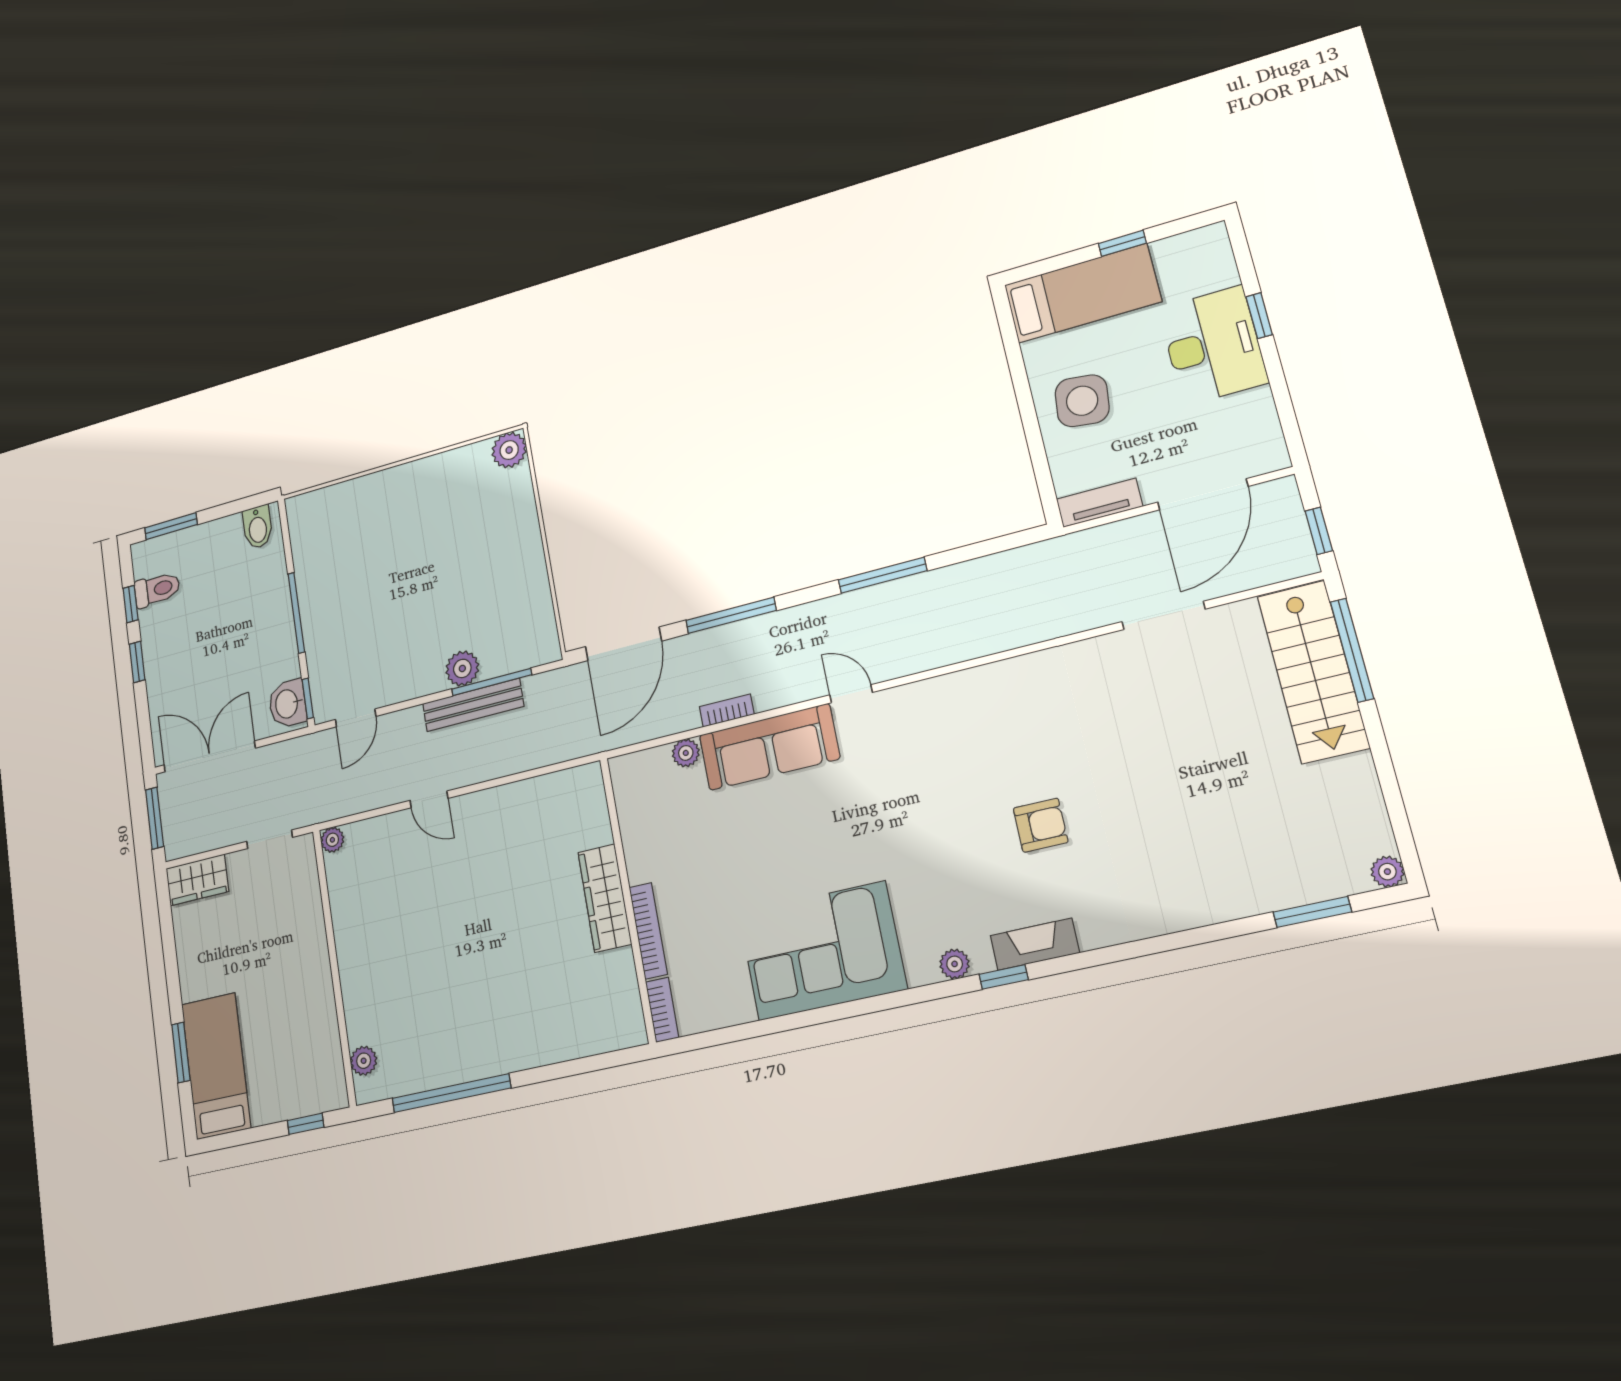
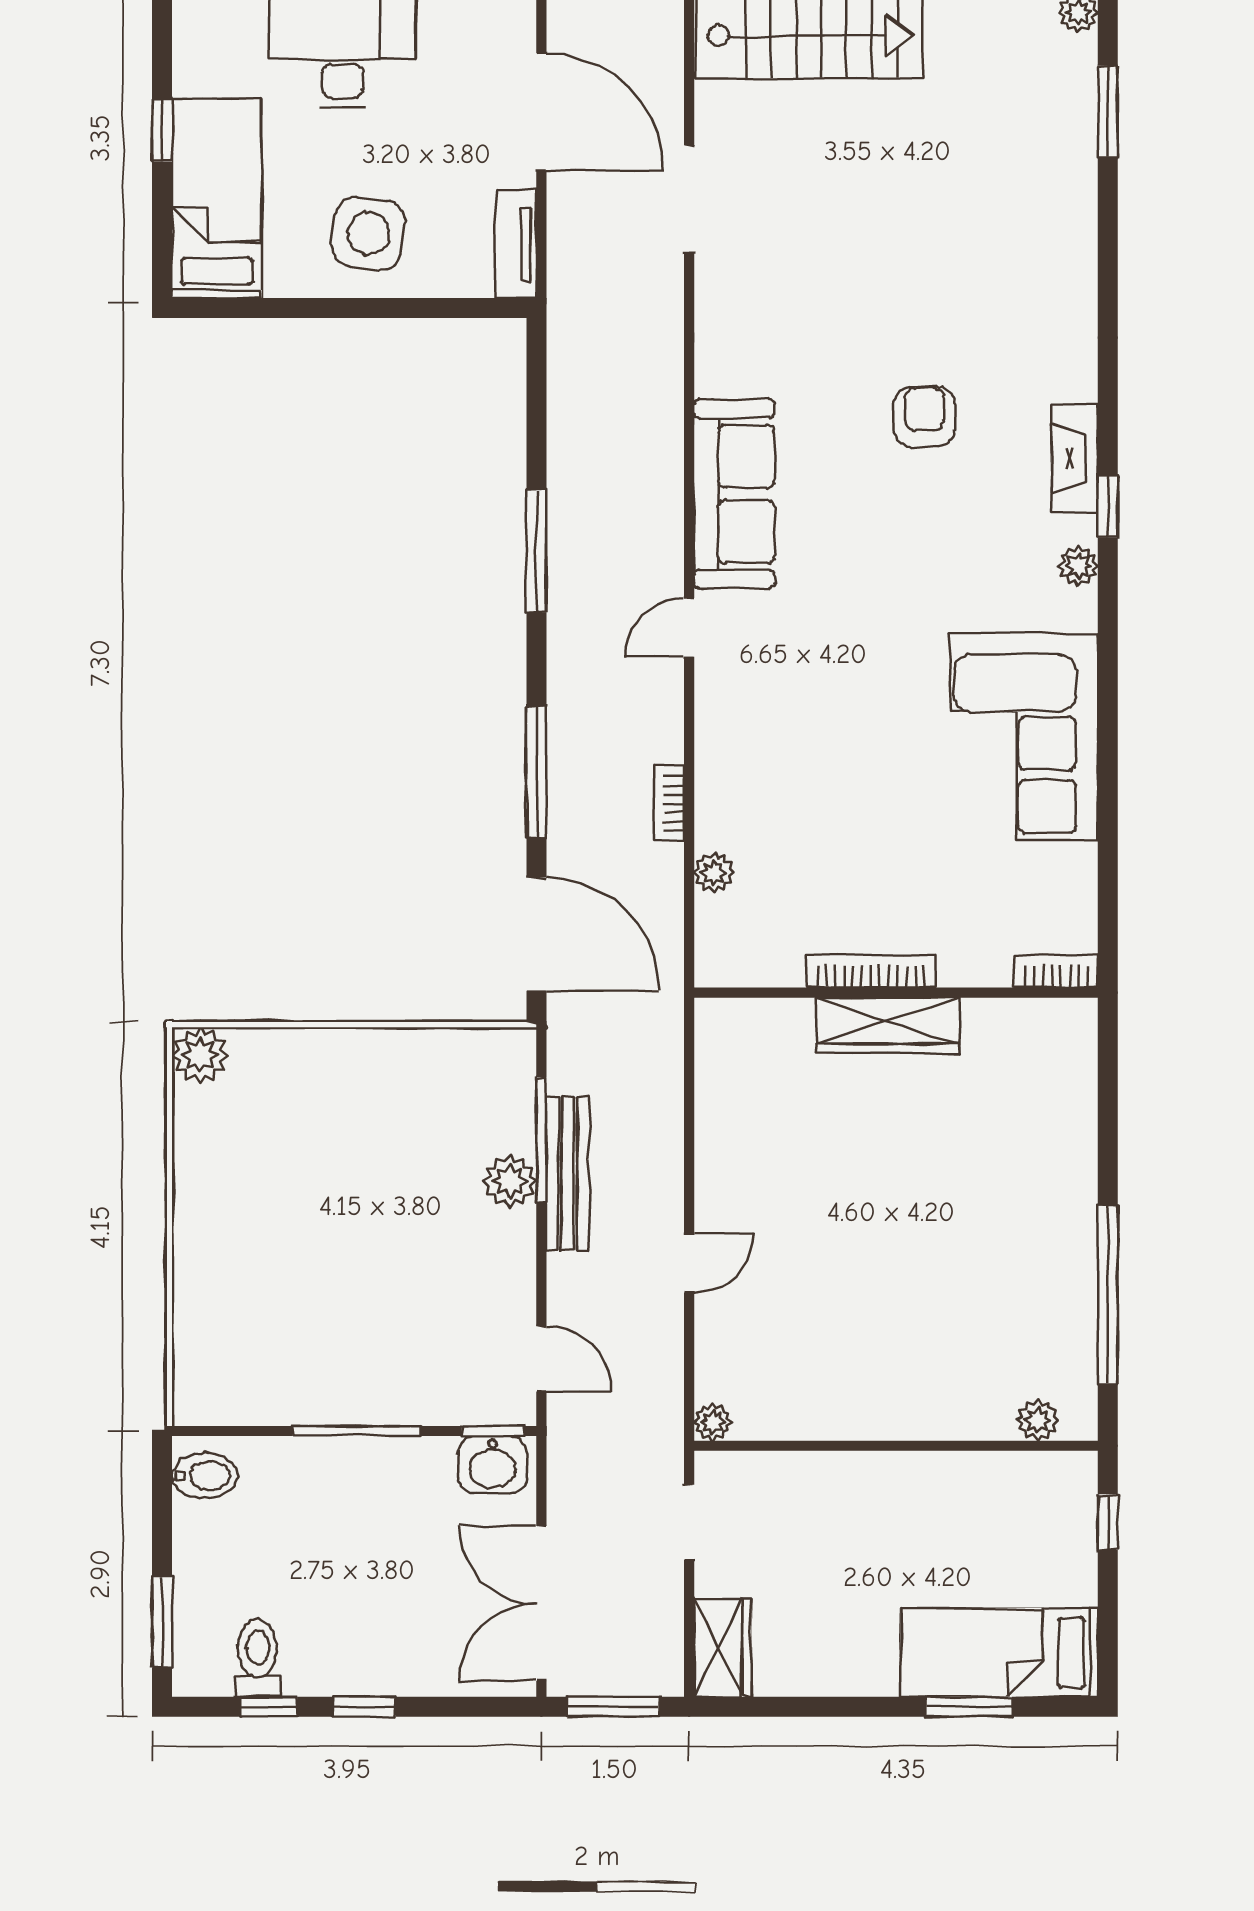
sofa: (769, 747) -> (734, 494), moved
bookcase: (648, 931) -> (871, 971), moved

